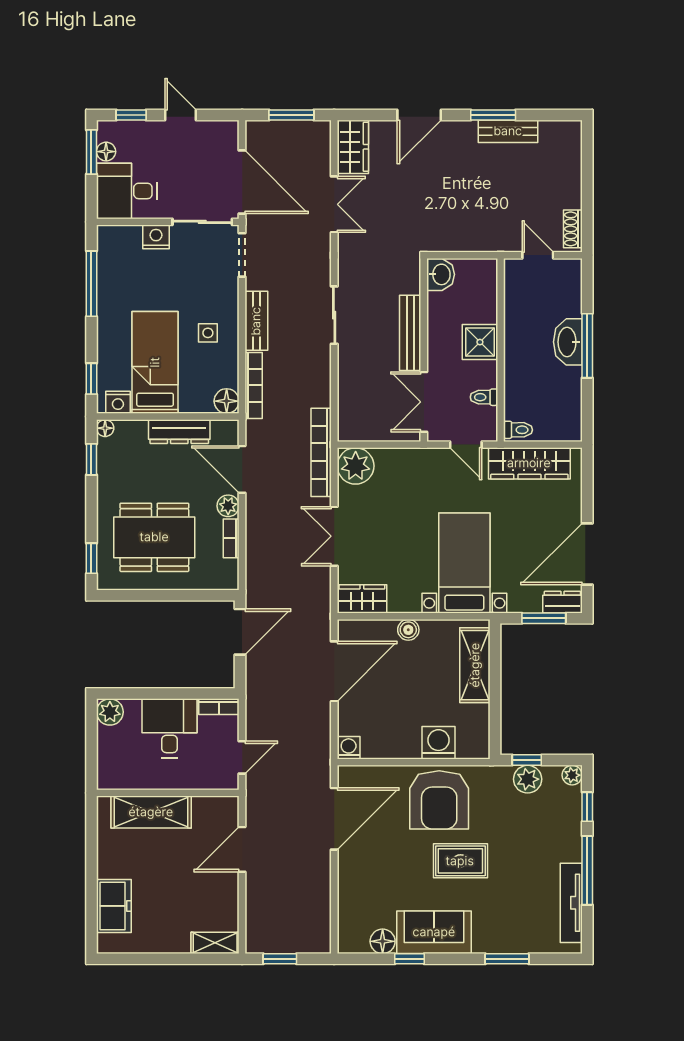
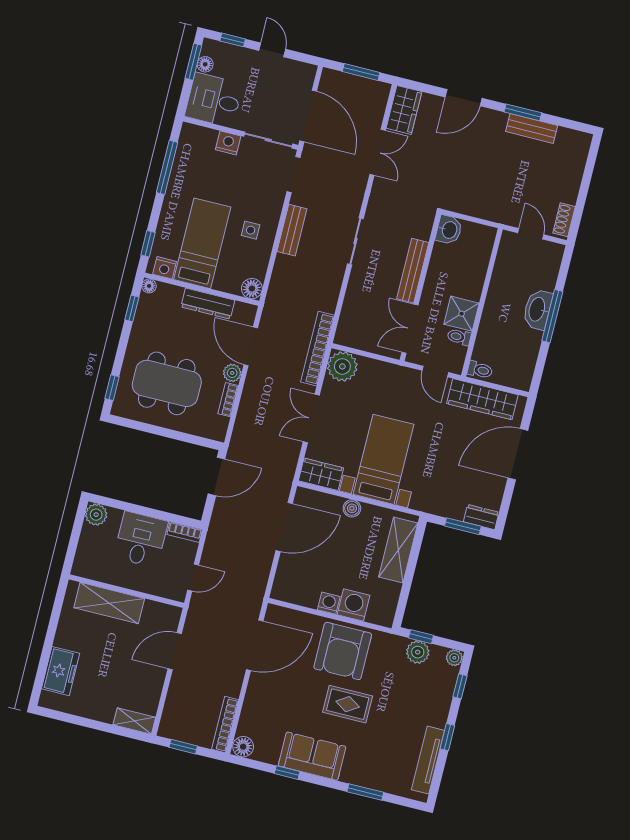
shower: (480, 342) -> (462, 314), moved
bookcase: (254, 385) -> (225, 724), moved, turned 180
door: (587, 554) -> (518, 454), moved
bed with nightstands: (464, 563) -> (383, 459), moved
washing machine: (349, 748) -> (329, 603), moved
window: (587, 870) -> (447, 737), width x0.46
floor lamp: (383, 941) -> (243, 747), moved

